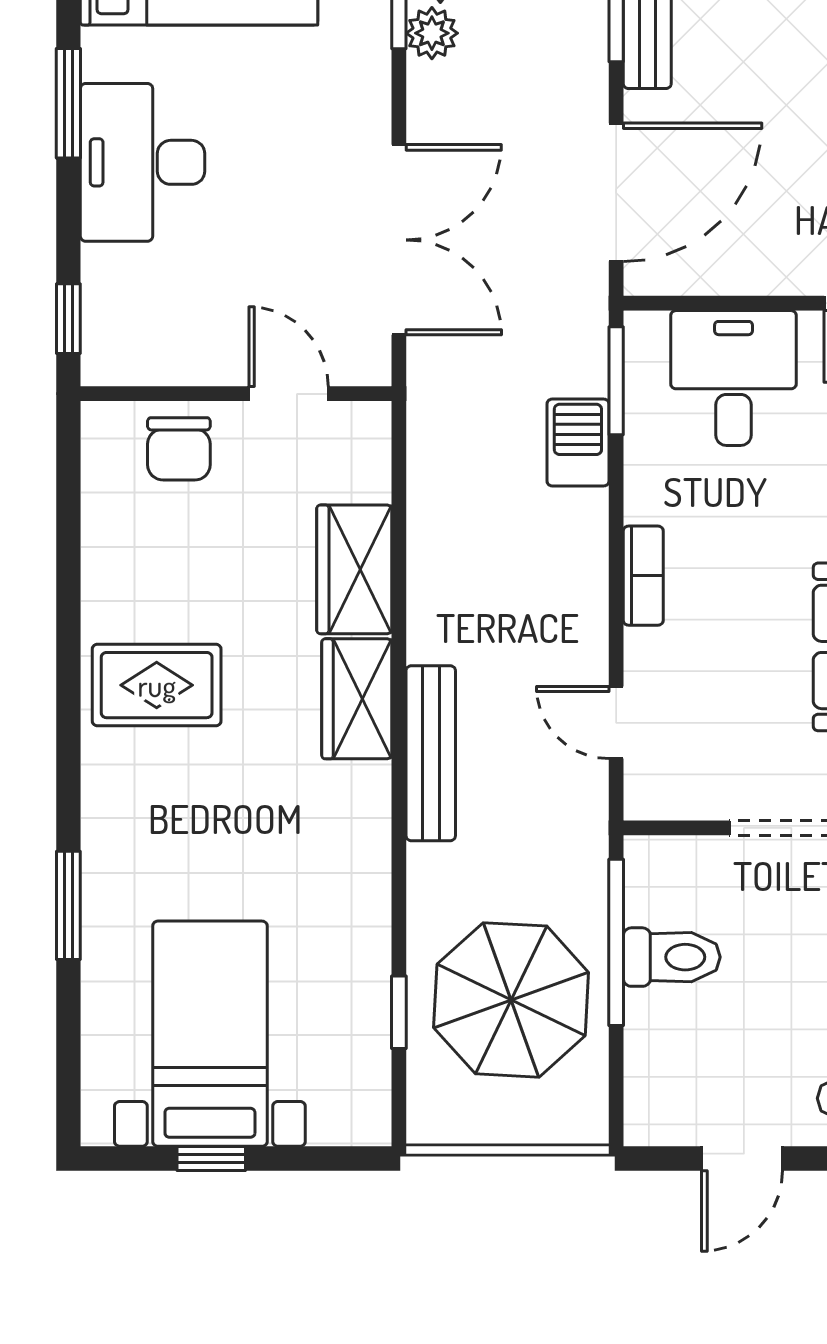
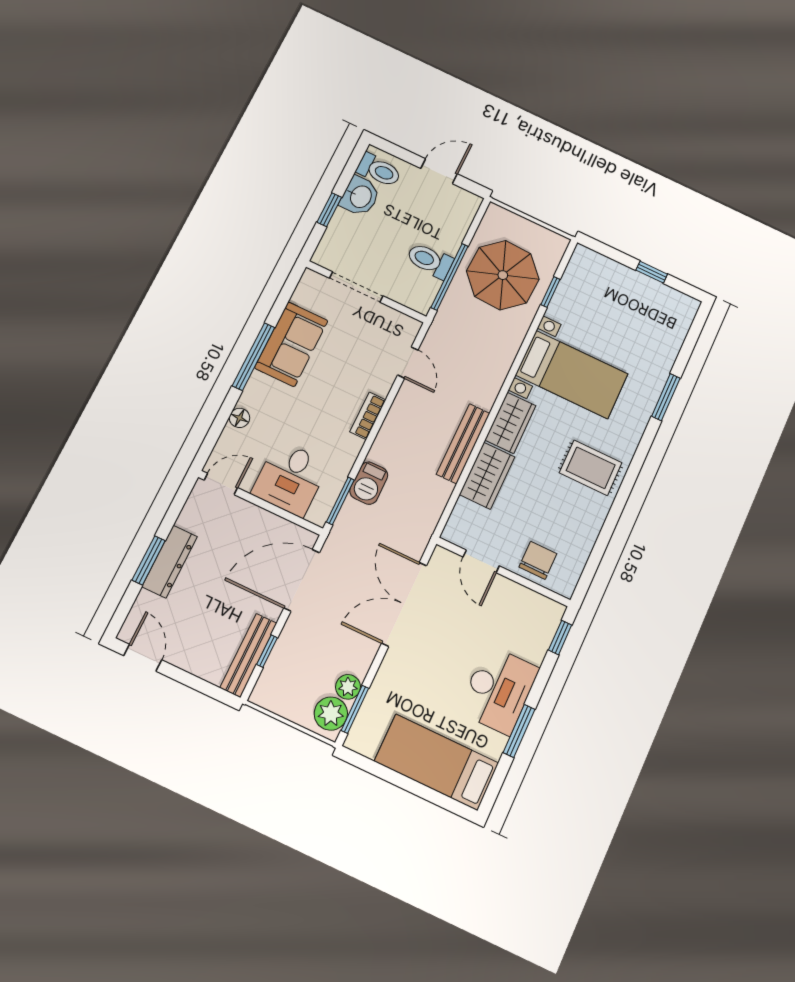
bench: (431, 753) -> (463, 444), moved
bed with nightstands: (210, 1034) -> (572, 375), moved, turned -90

